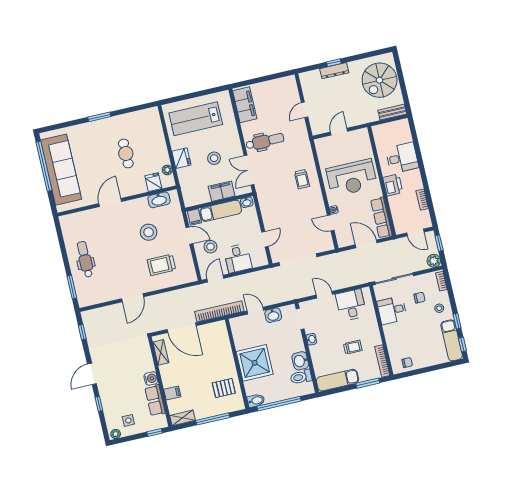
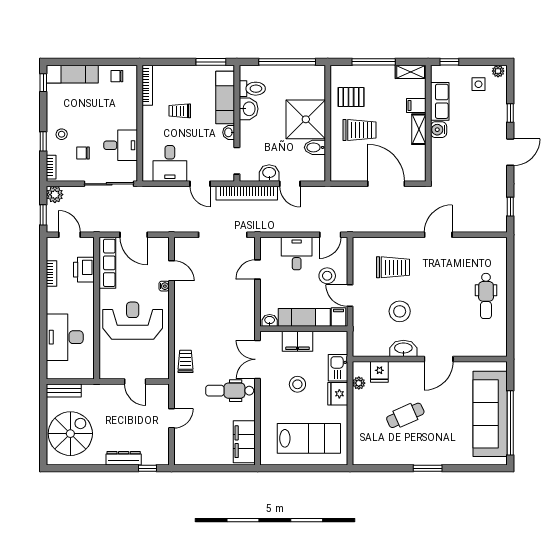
window: (334, 63) -> (148, 468), moved
door: (339, 132) -> (135, 381), hinge flipped
cafe table: (126, 153) -> (405, 415), turned 66
desk: (402, 158) -> (65, 337), width x1.37
double door: (249, 170) -> (258, 359), swing flipped
kitchen sink: (186, 178) -> (338, 368), added
trolley: (302, 179) -> (186, 361), moved
printer: (393, 185) -> (84, 270), moved
washbasin: (159, 200) -> (403, 348), moved
window: (72, 287) -> (510, 265), removed
bookcase: (219, 311) -> (247, 193), moved
window: (457, 321) -> (43, 141), moved
exam couch: (452, 340) -> (72, 74), moved, turned 90
shelving: (161, 352) -> (419, 129), moved
trolley: (211, 364) -> (360, 130), added
exam couch: (338, 380) -> (225, 98), moved, turned 90
window: (368, 383) -> (211, 62), moved
bidet: (256, 401) -> (315, 147), moved

